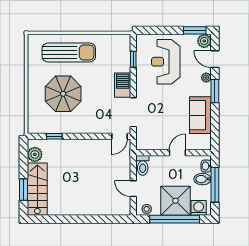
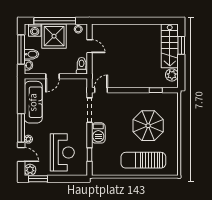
window: (215, 91) -> (21, 128), width x1.44
sofa: (200, 115) -> (33, 102), width x1.36

